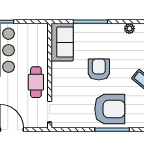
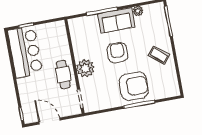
sofa: (62, 42) -> (116, 20), moved, turned 90
plant: (61, 80) -> (85, 68), added

